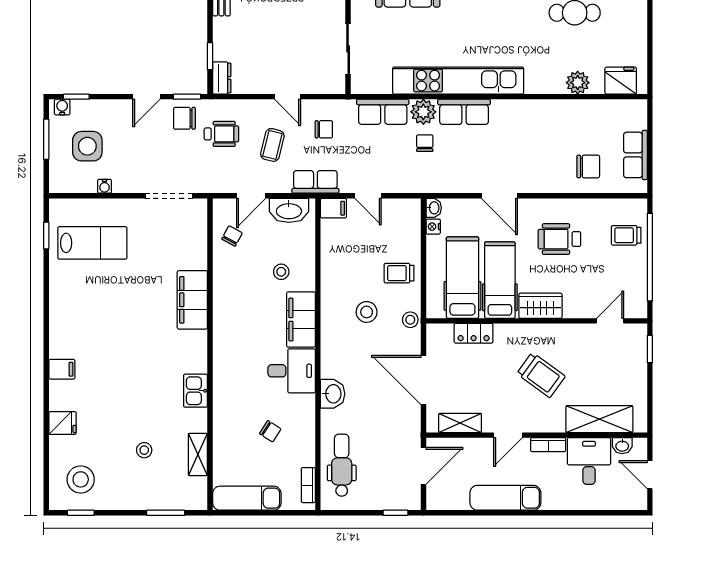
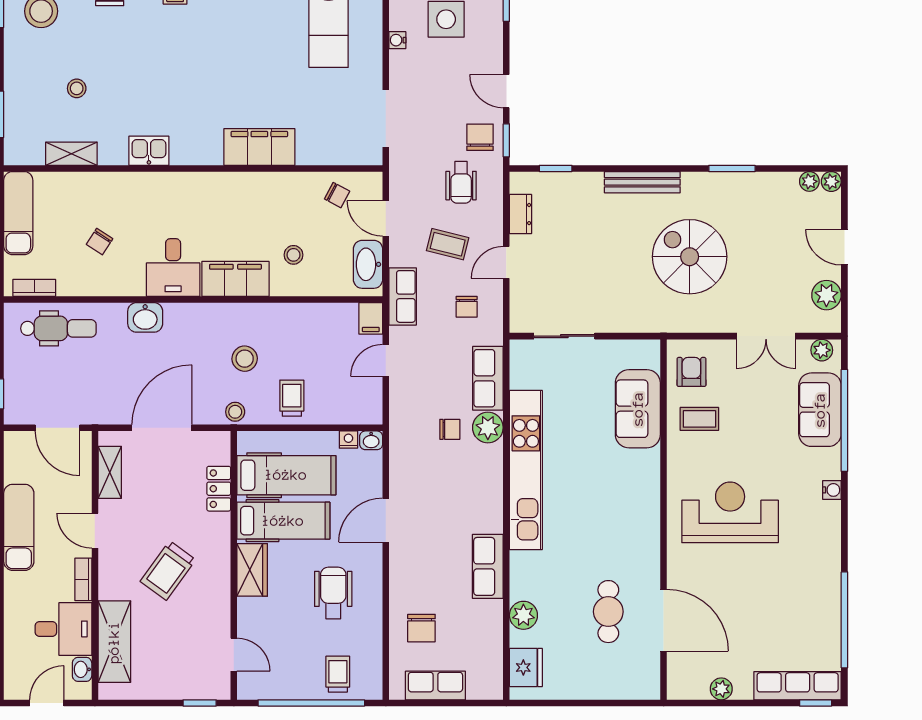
dresser: (222, 78) -> (521, 214), moved, turned -90
row of seats: (464, 112) -> (488, 566), moved

